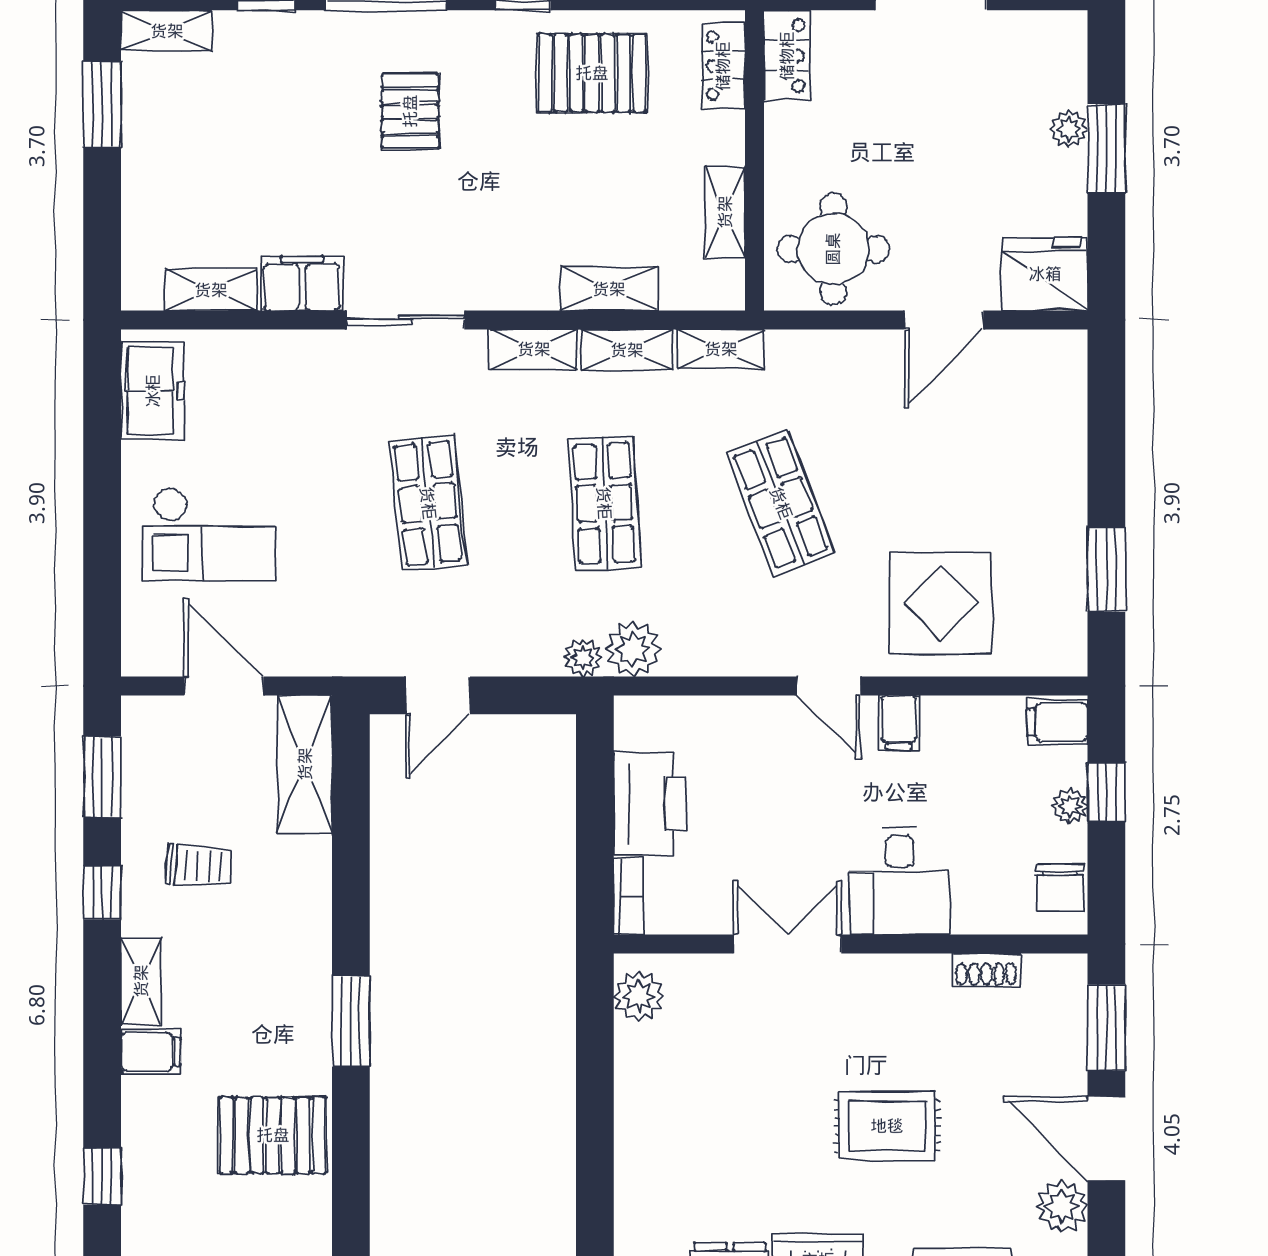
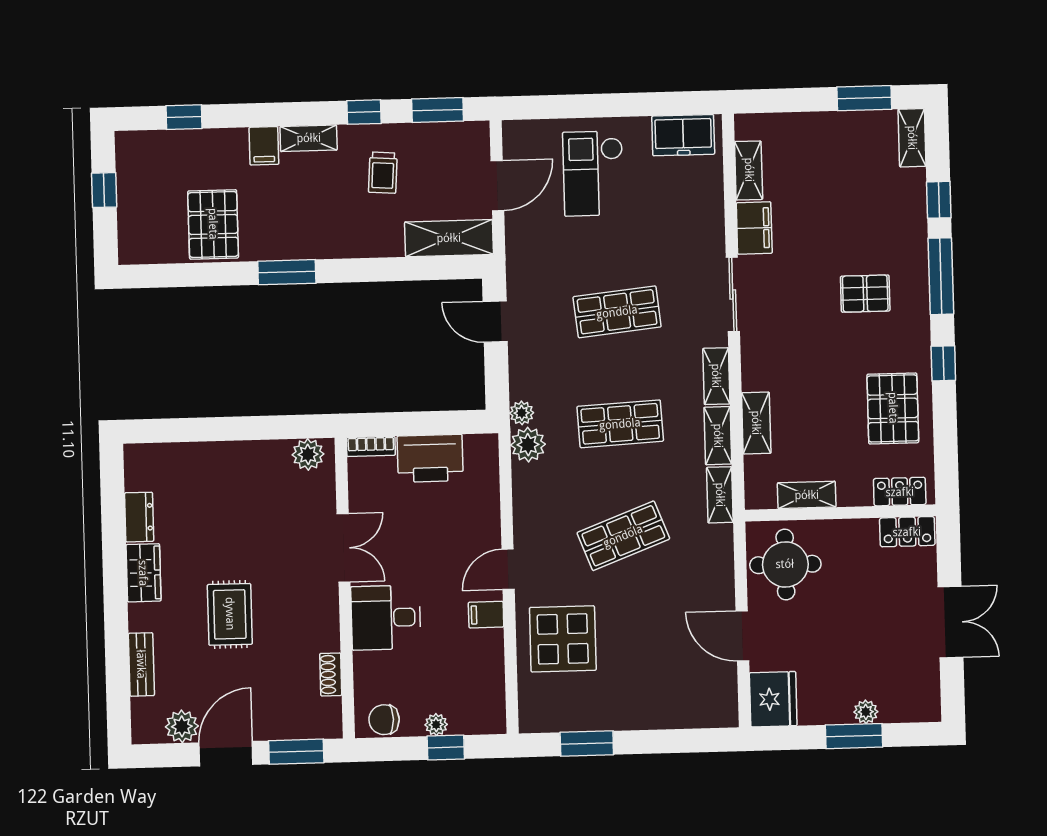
filing cabinet: (1058, 722) -> (489, 715), removed

